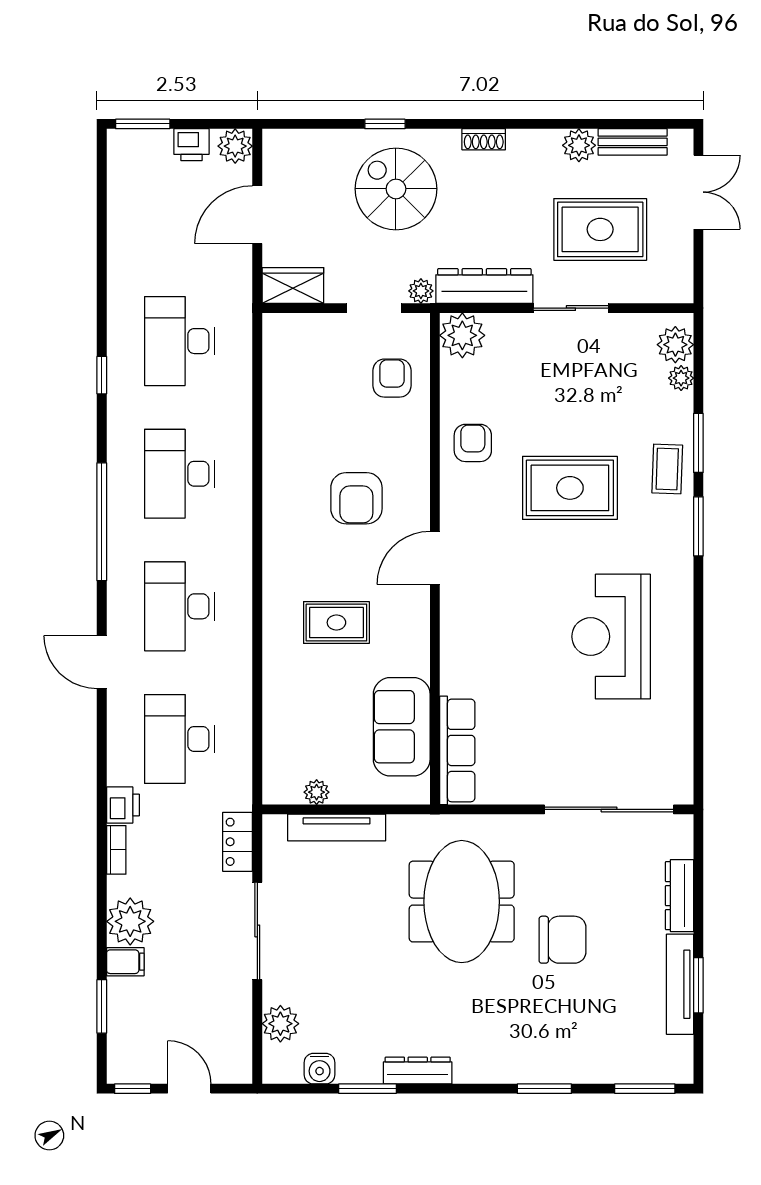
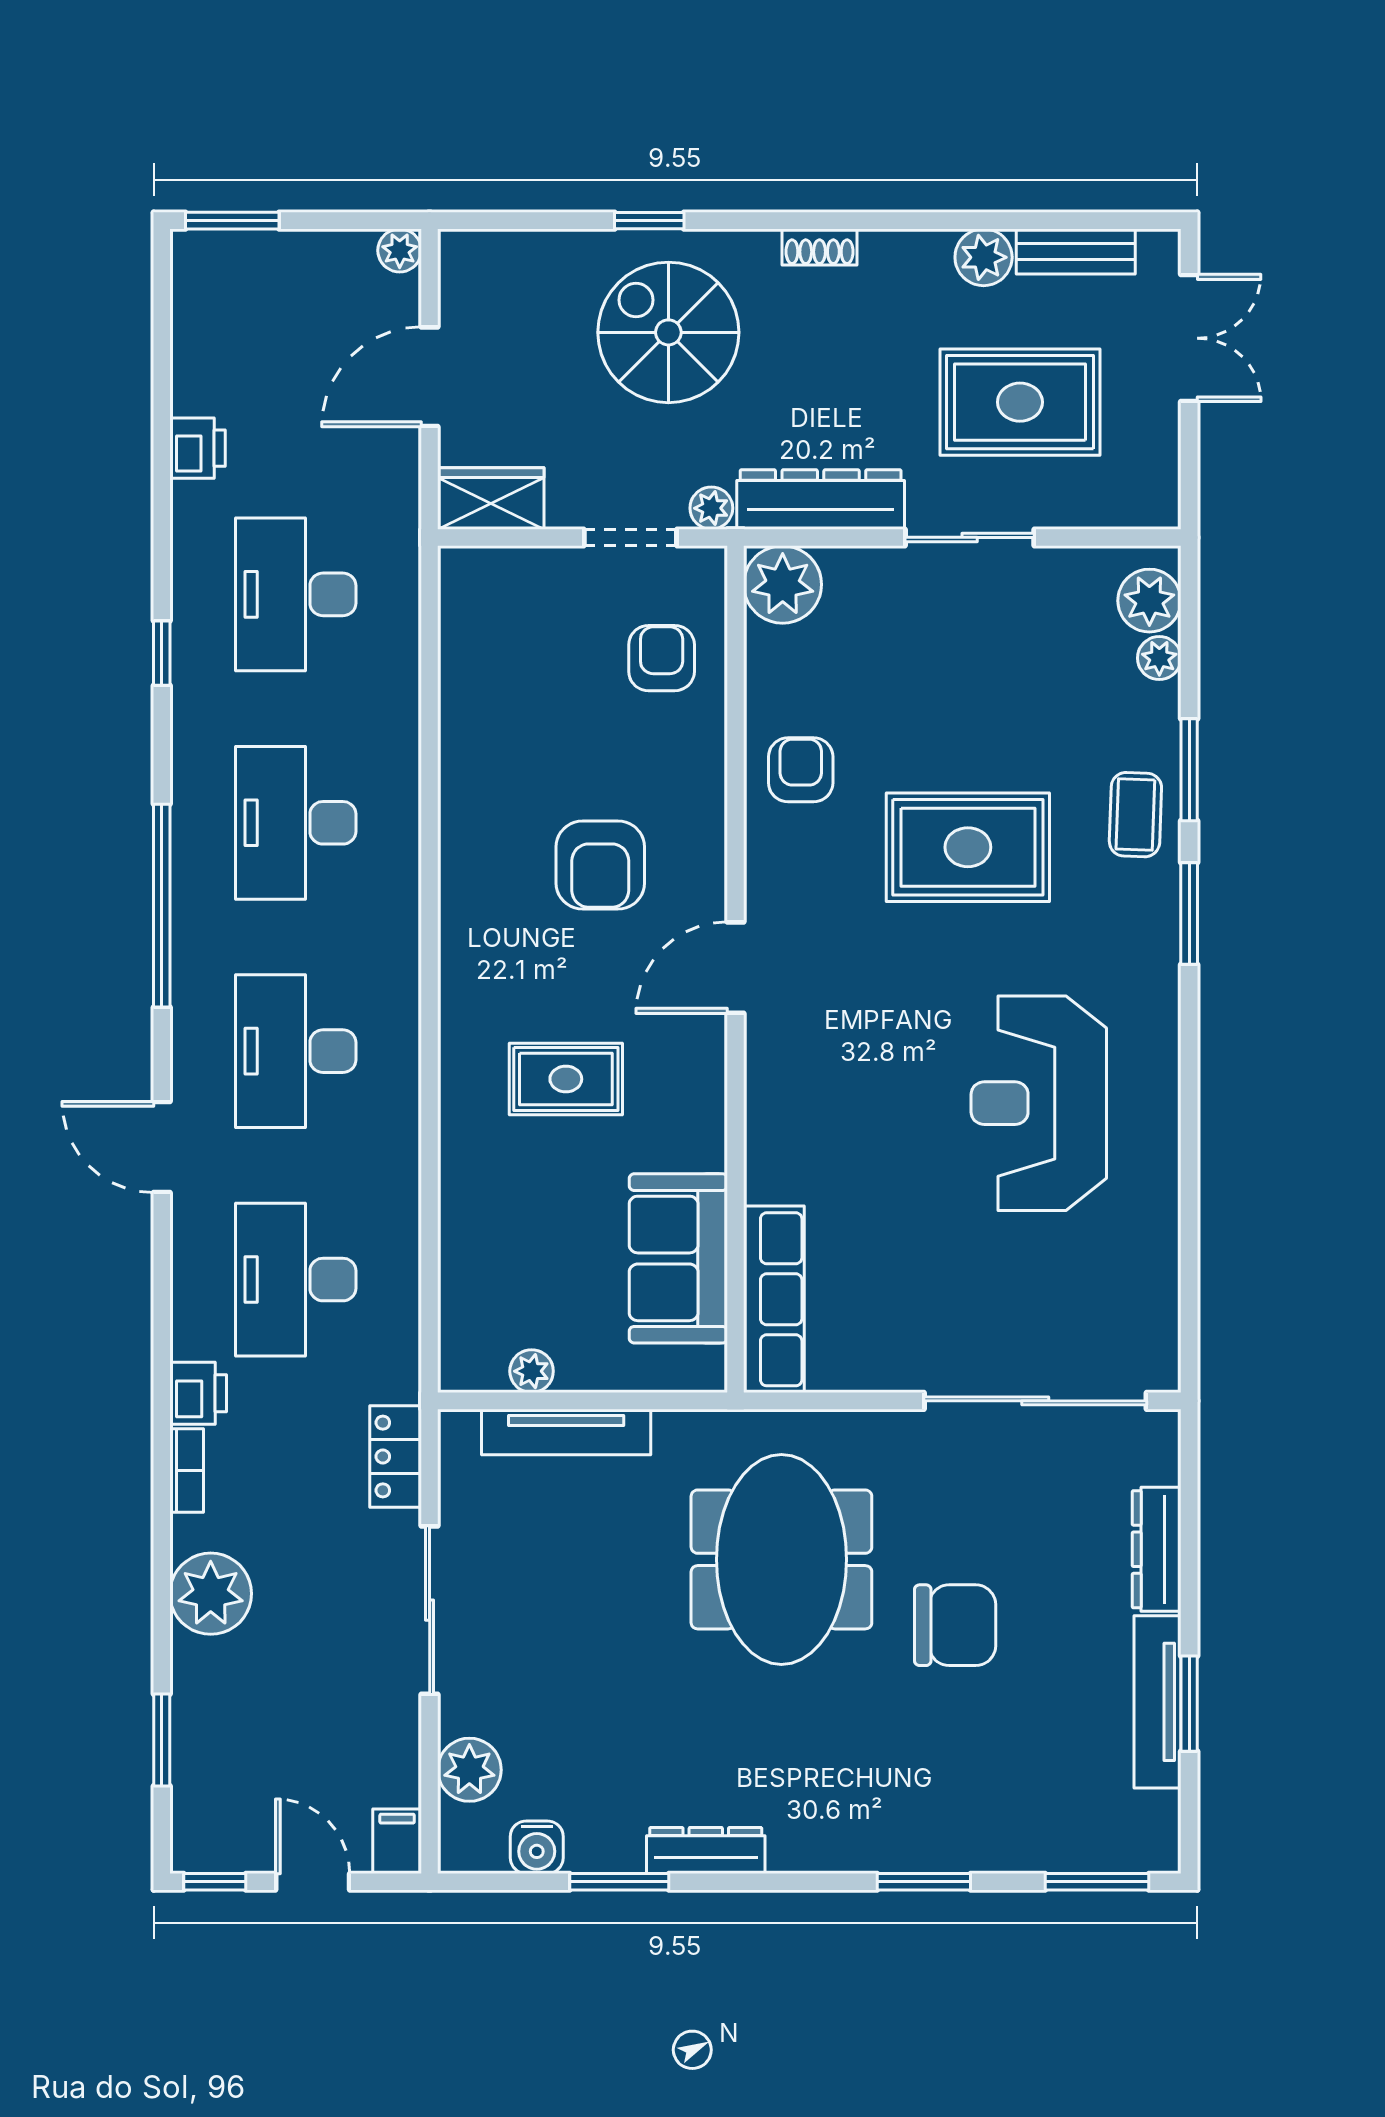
printer: (191, 145) -> (198, 448), moved, turned -90
plant: (235, 146) -> (400, 250), width x0.73, depth x0.73
filing cabinet: (125, 962) -> (397, 1841), moved, turned -90

